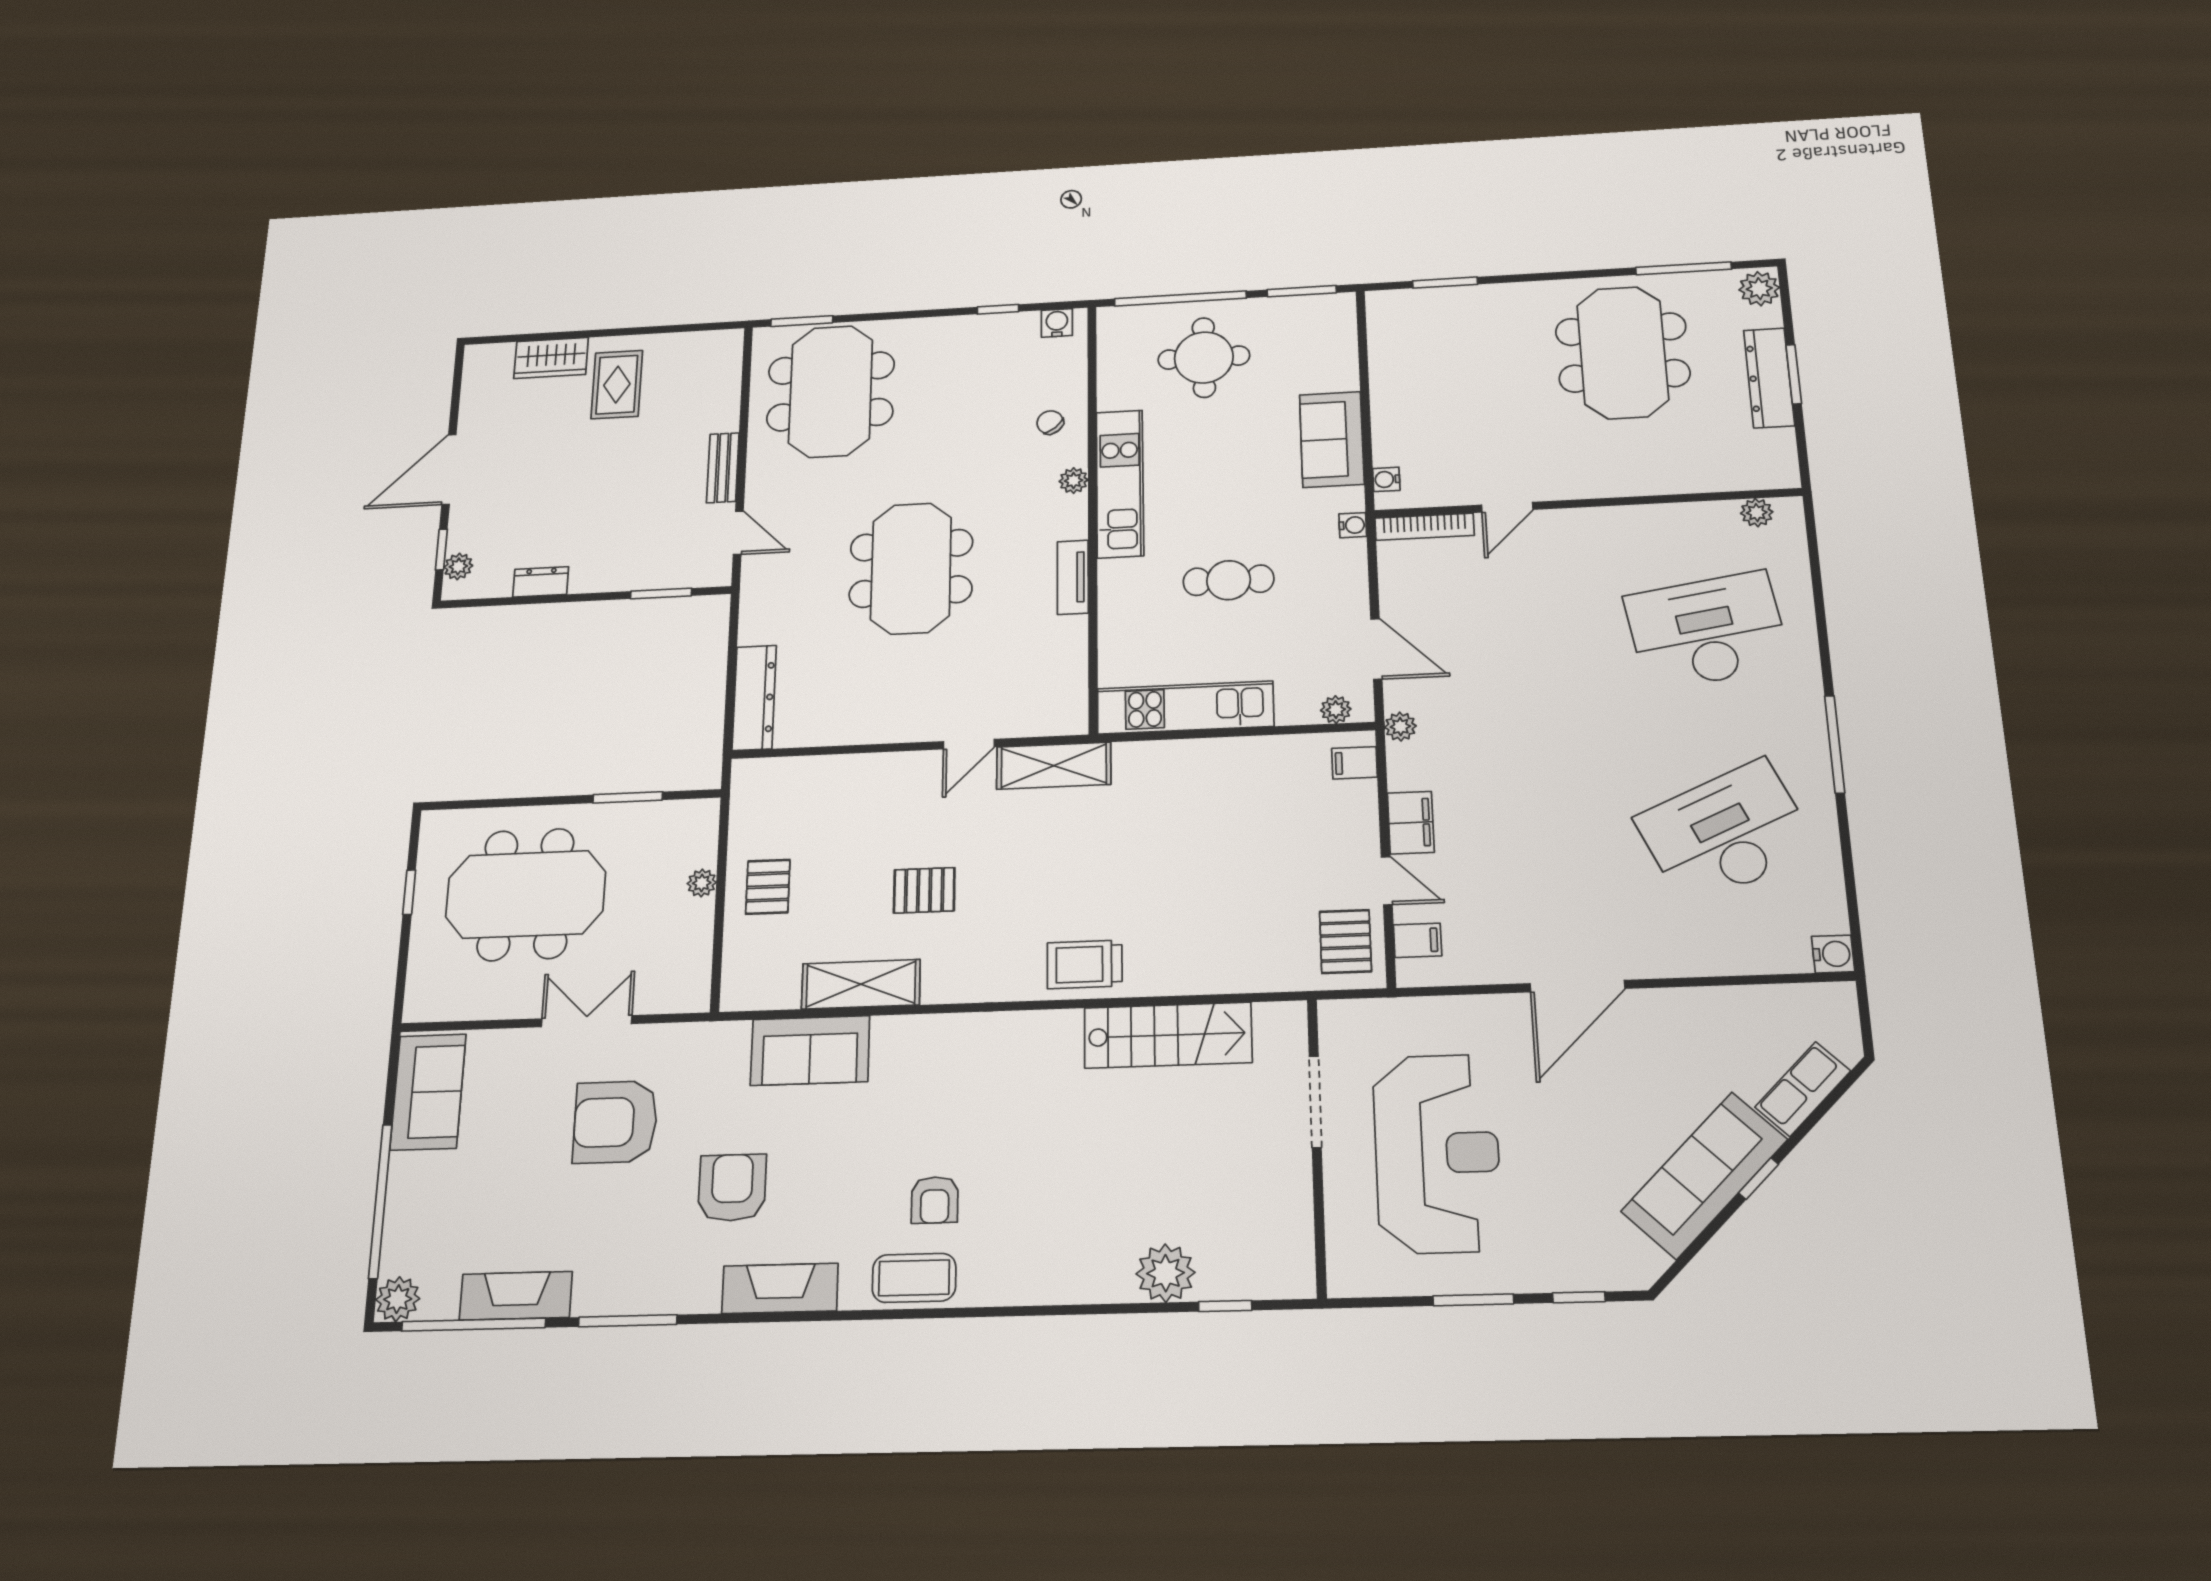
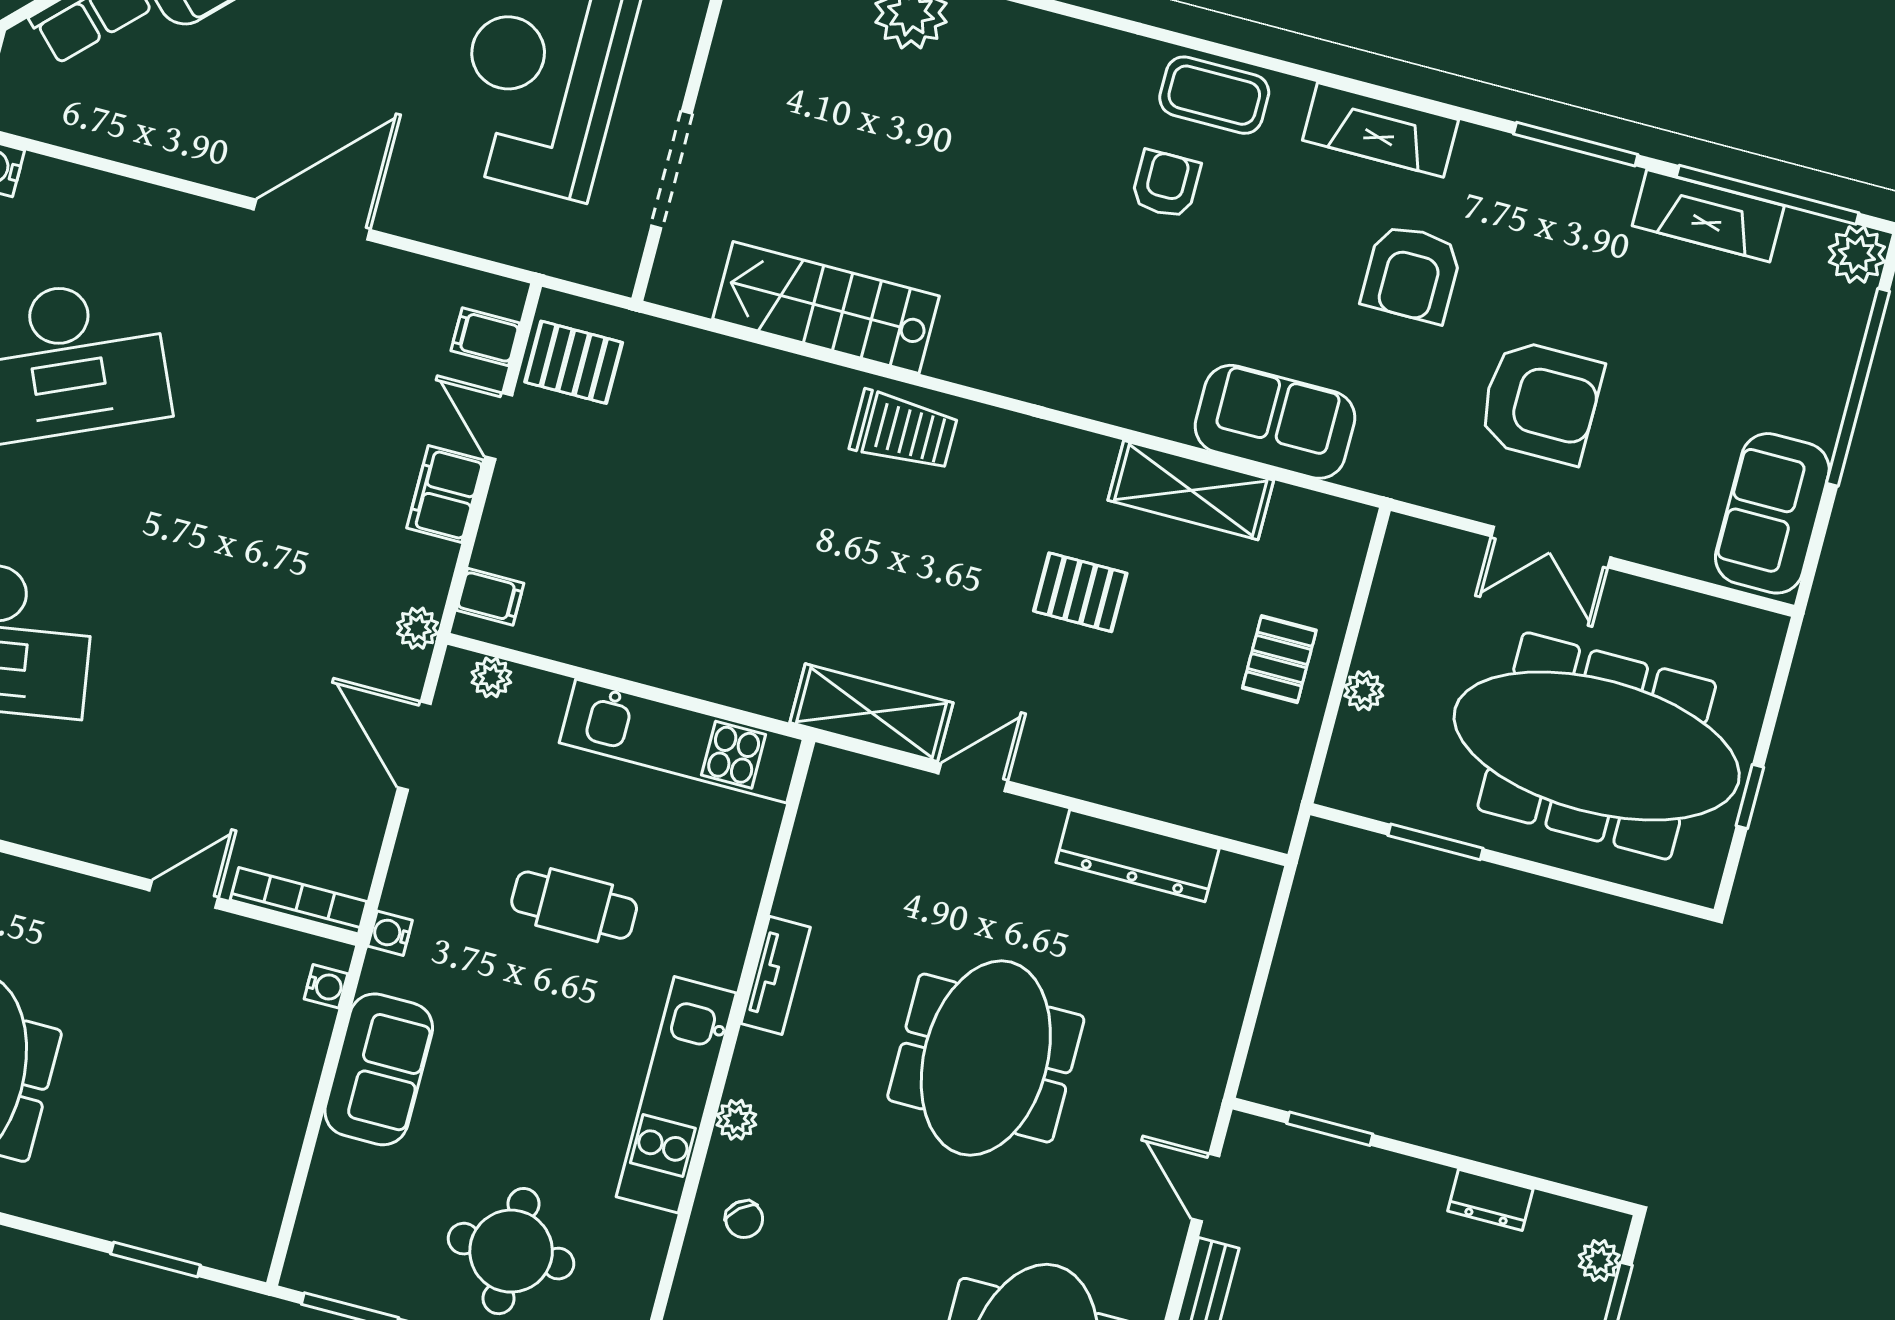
dresser: (754, 698) -> (1137, 856), moved, turned -90
meeting table: (526, 894) -> (1597, 746), width x1.36
pallet: (1345, 942) -> (574, 362), turned 90

